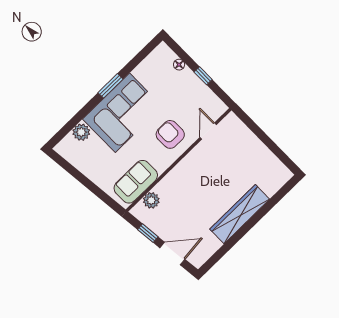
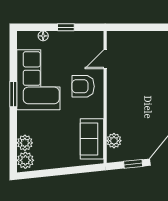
corner sofa: (122, 113) -> (38, 80), moved
door: (208, 131) -> (105, 59), hinge flipped
plant: (68, 146) -> (25, 160), added

